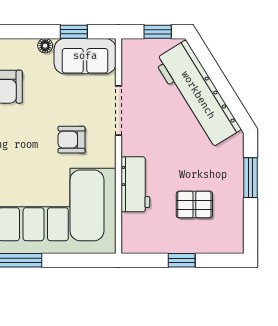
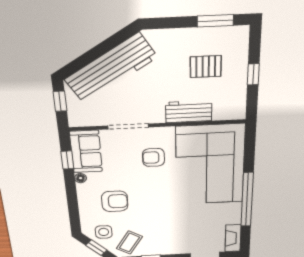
armchair: (71, 140) -> (153, 157), turned 90
window: (250, 178) -> (215, 21), moved
pallet: (194, 205) -> (206, 67), turned 90

